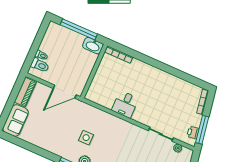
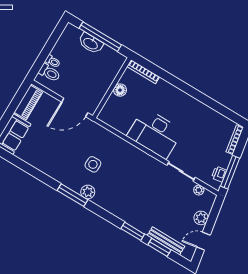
washbasin: (93, 46) -> (91, 43), moved
floor lamp: (101, 72) -> (120, 90), added
desk: (125, 104) -> (155, 133), width x1.87, depth x1.30

